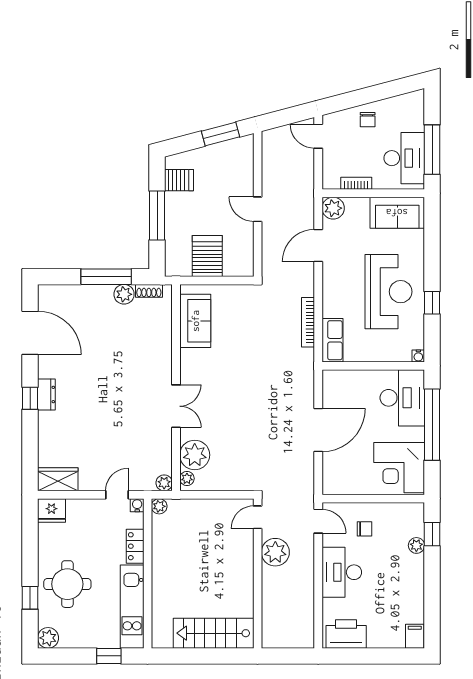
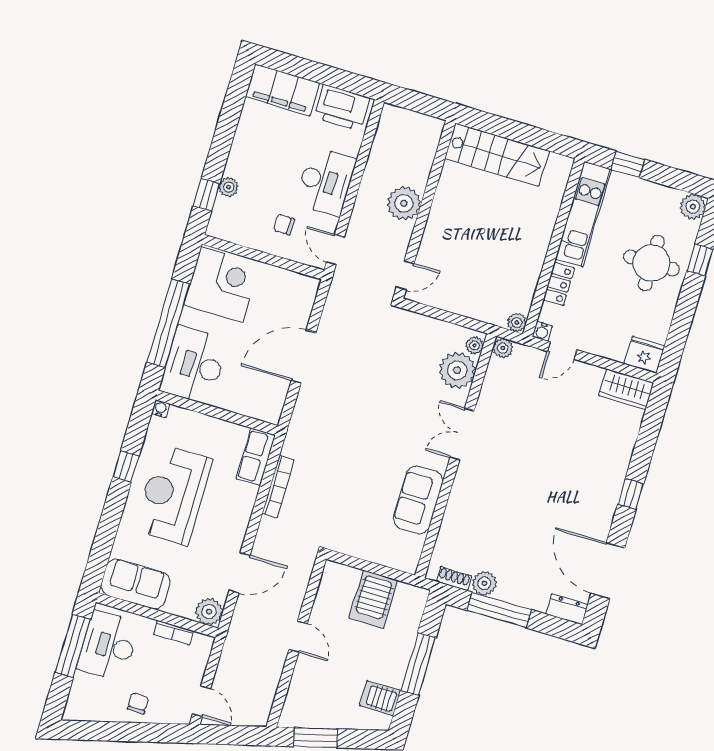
sofa: (195, 321) -> (418, 500), moved
dresser: (46, 394) -> (567, 609), moved, turned 90
plant: (275, 552) -> (404, 203), moved
filing cabinet: (415, 636) -> (283, 90), width x3.00, depth x1.17

